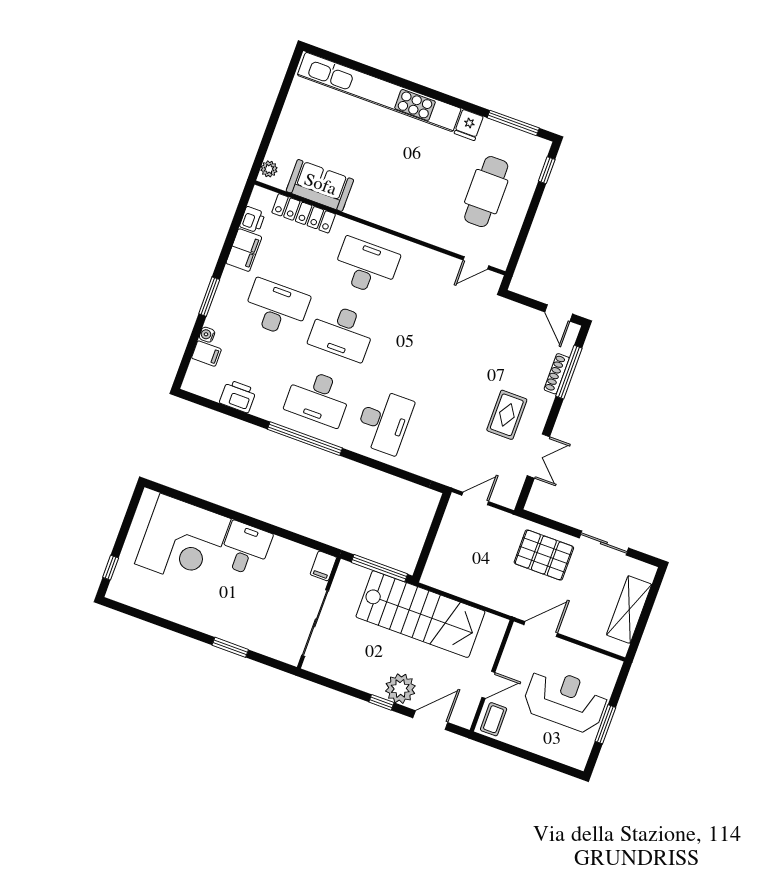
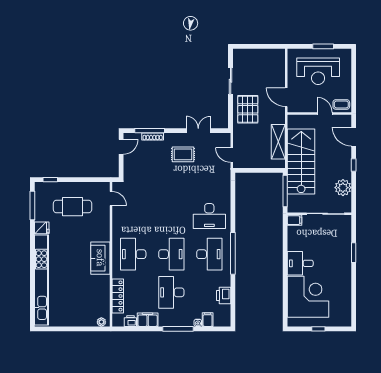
sofa: (320, 185) -> (100, 258), moved
window: (209, 297) -> (178, 329), width x1.44
desk: (384, 422) -> (209, 216), turned 180
window: (111, 568) -> (318, 329), moved
shelving: (629, 610) -> (278, 142), moved, turned 90
plant: (400, 689) -> (343, 188), moved
reception desk: (565, 700) -> (318, 71), turned -90

